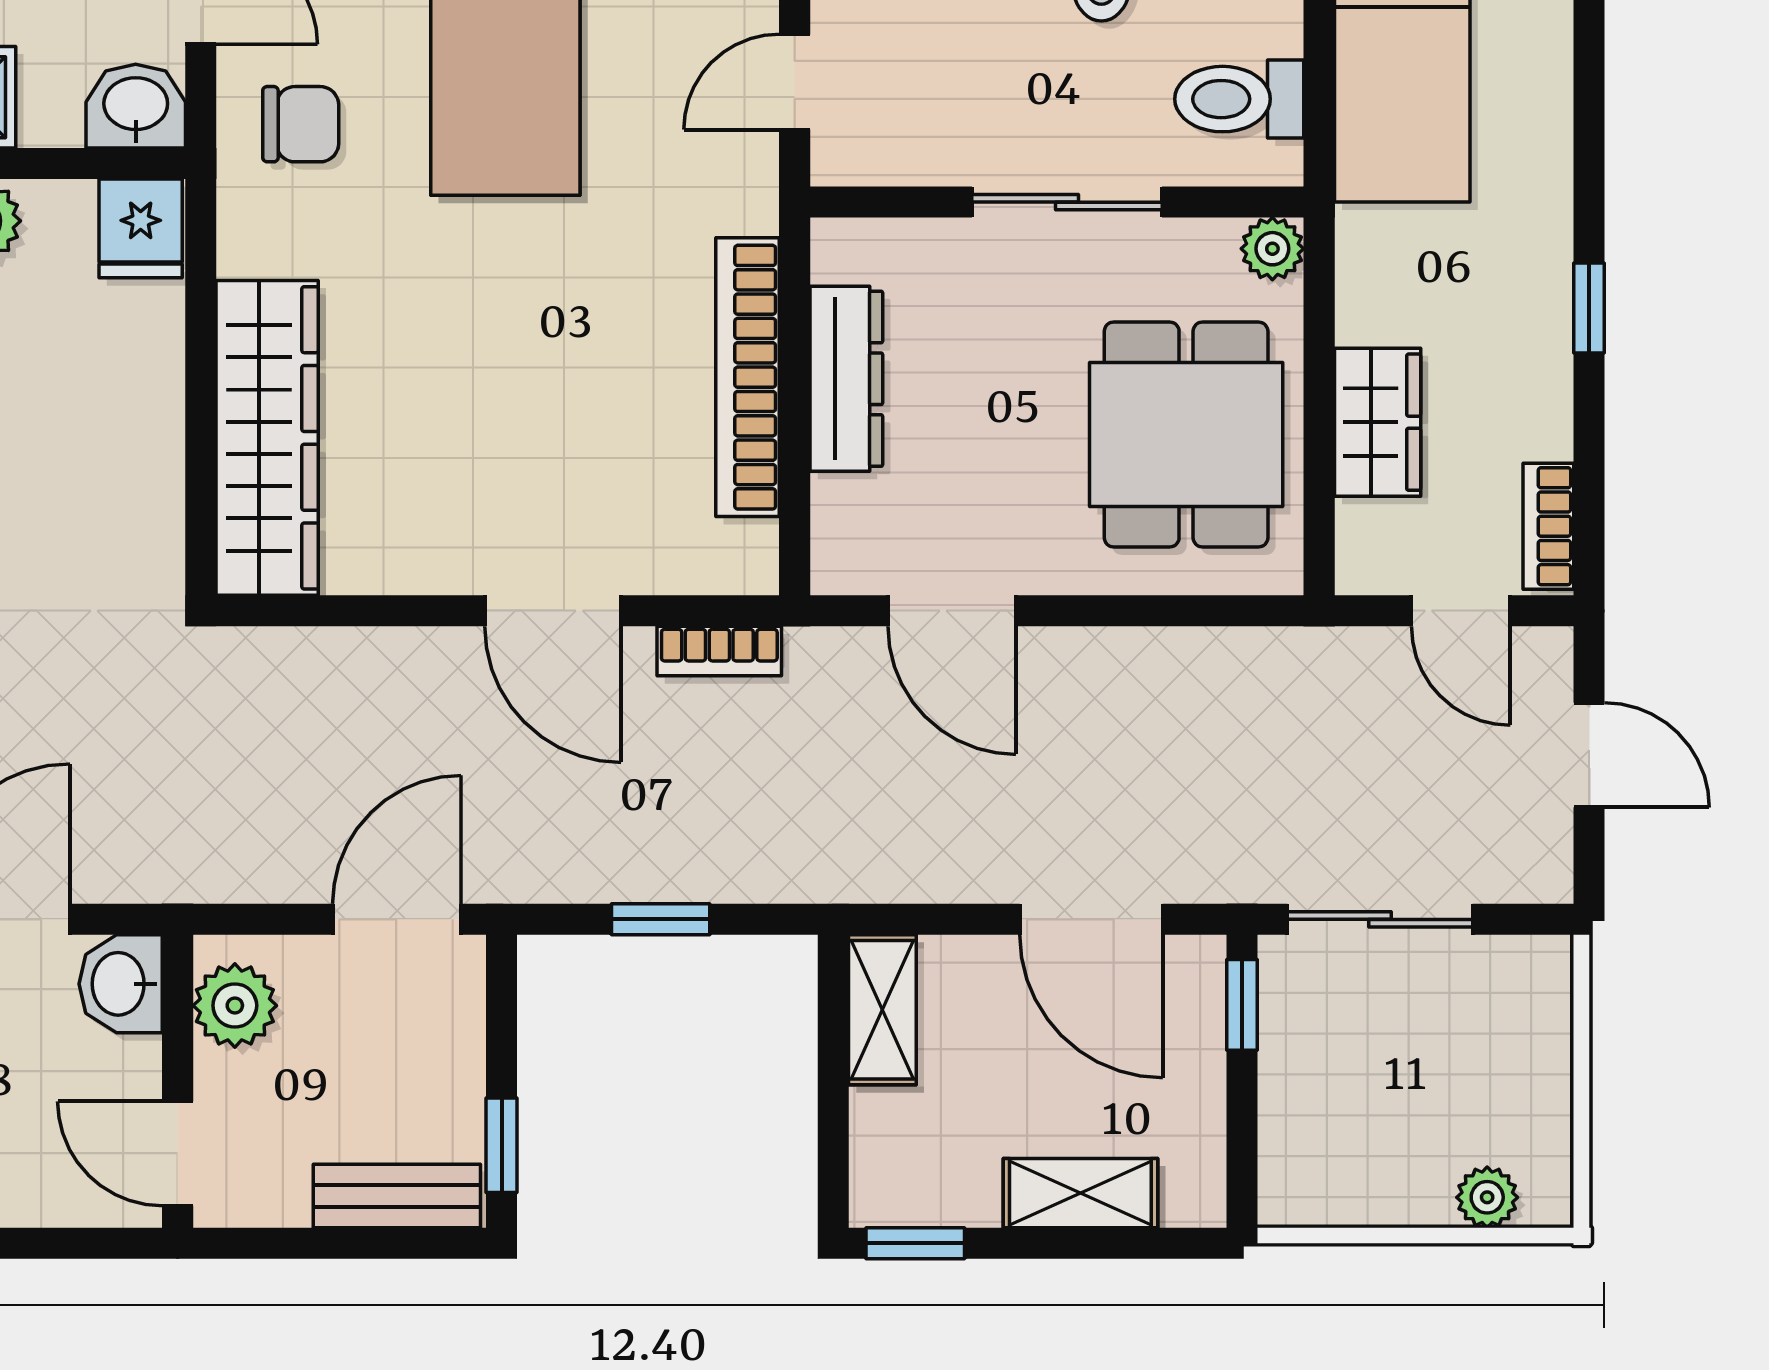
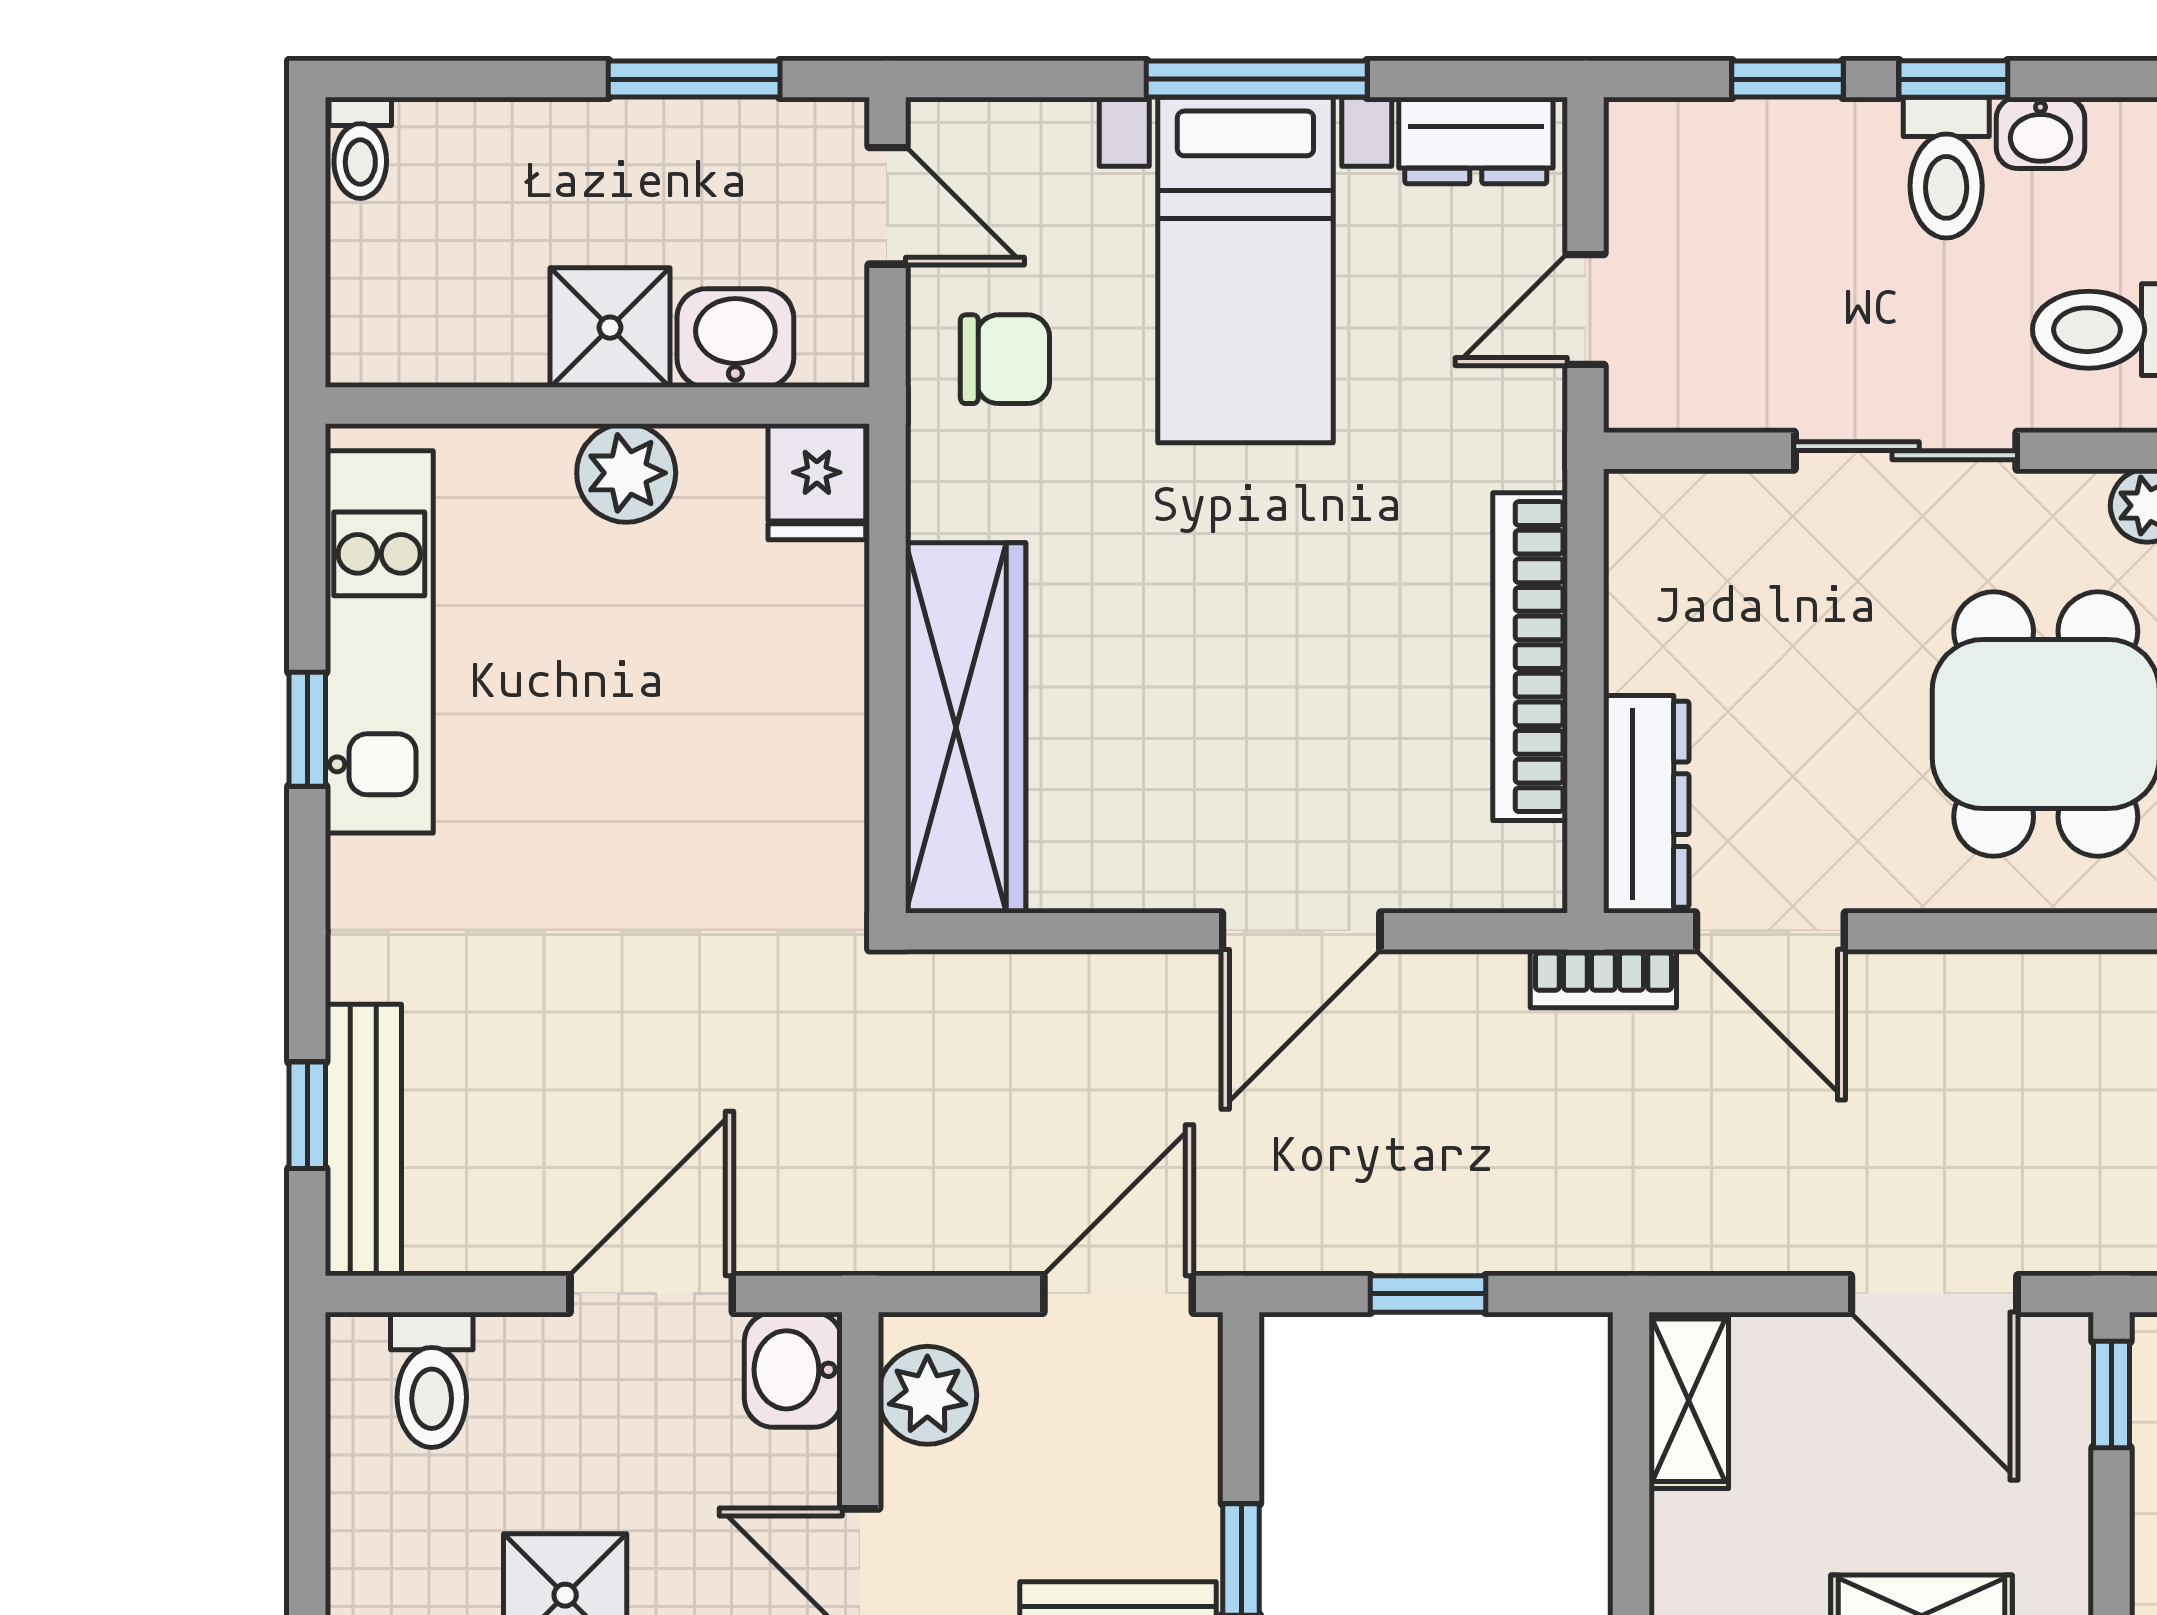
washbasin: (136, 106) -> (735, 338), moved
dresser: (846, 379) -> (1646, 804), moved
door: (553, 611) -> (1301, 931), hinge flipped
bookcase: (719, 651) -> (1603, 979), moved

